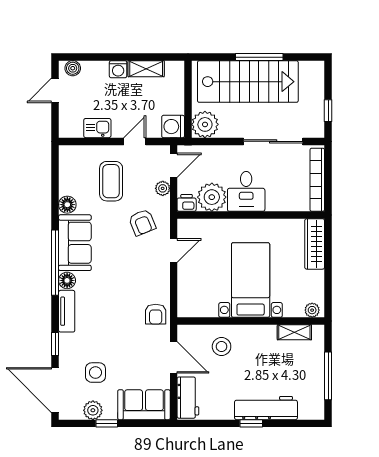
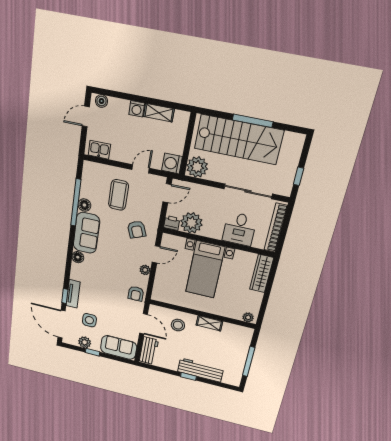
kitchen sink: (97, 128) -> (99, 150), moved
plant: (163, 188) -> (145, 270), moved
desk: (246, 191) -> (239, 229), moved
window: (55, 263) -> (76, 203), moved
bed with nightstands: (251, 280) -> (205, 269), moved, turned 180
tv unit: (67, 311) -> (73, 294), moved
shelving: (294, 332) -> (209, 323), moved

